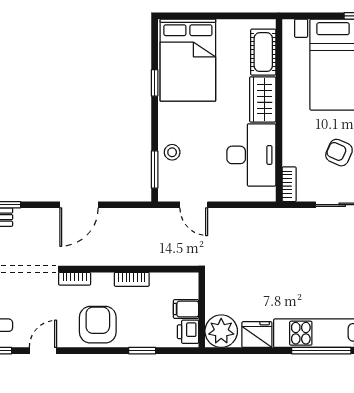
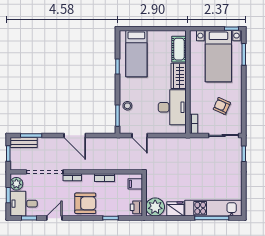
bed: (188, 60) -> (136, 54), width x0.67
door: (79, 205) -> (75, 135), hinge flipped
filing cabinet: (186, 309) -> (135, 184), moved
armchair: (98, 325) -> (85, 203), turned 90

